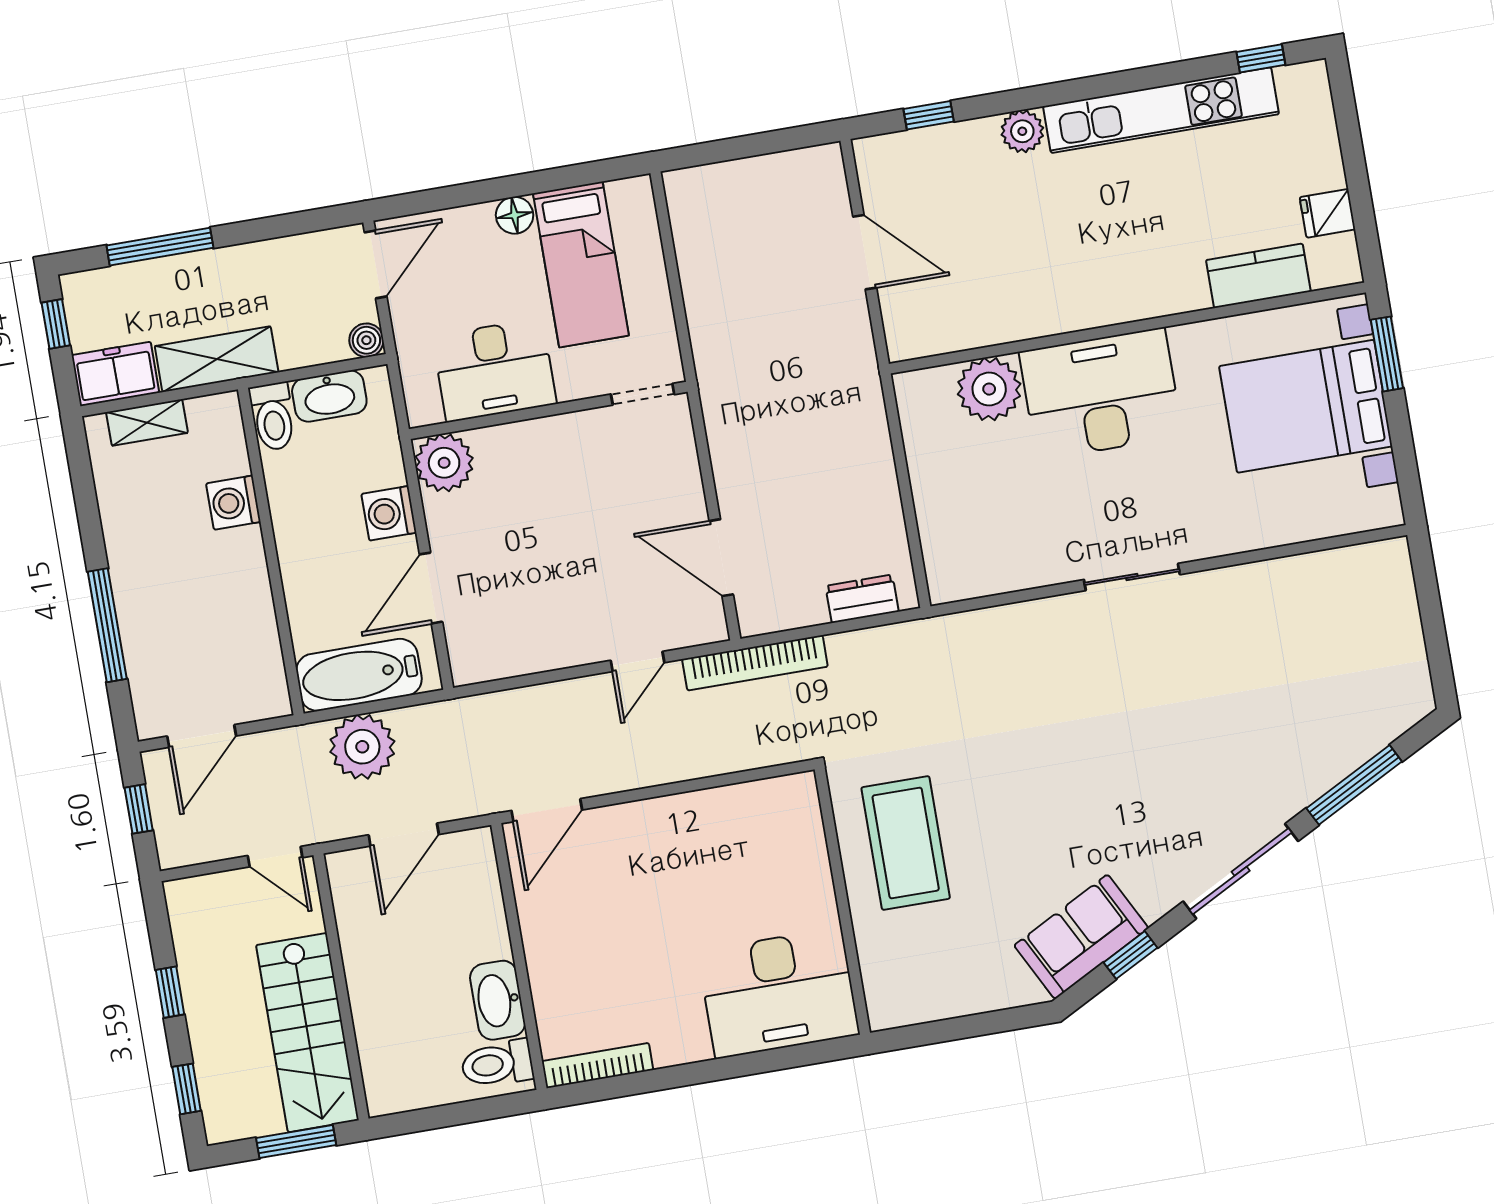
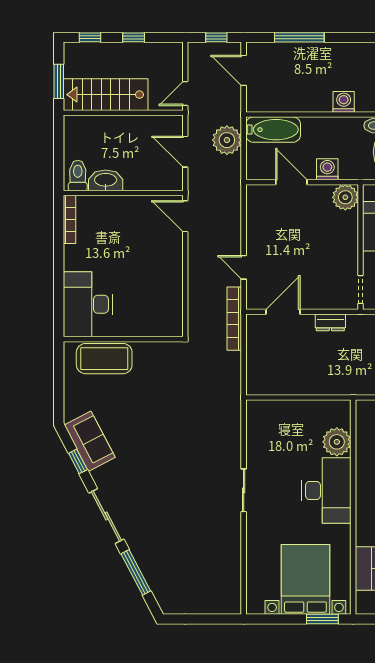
dresser: (862, 599) -> (330, 322), moved, turned 90
bathtub: (359, 675) -> (273, 130), moved, turned 90
coffee table: (906, 843) -> (104, 359), moved

